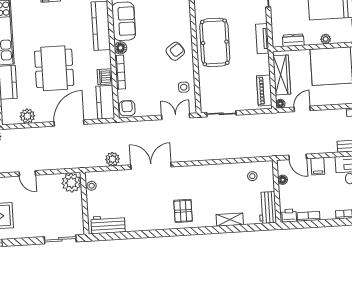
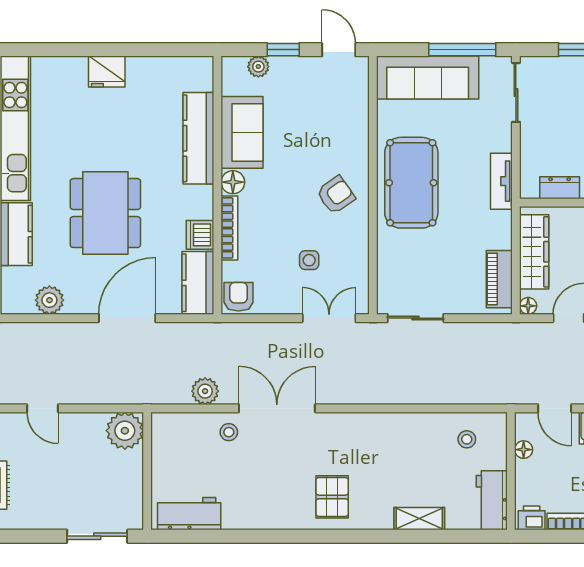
side table: (184, 87) -> (309, 260), moved
stool: (92, 186) -> (229, 432), moved

